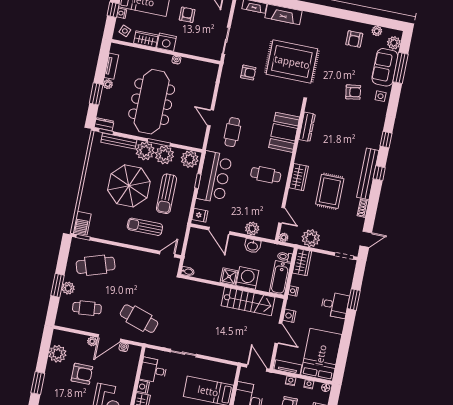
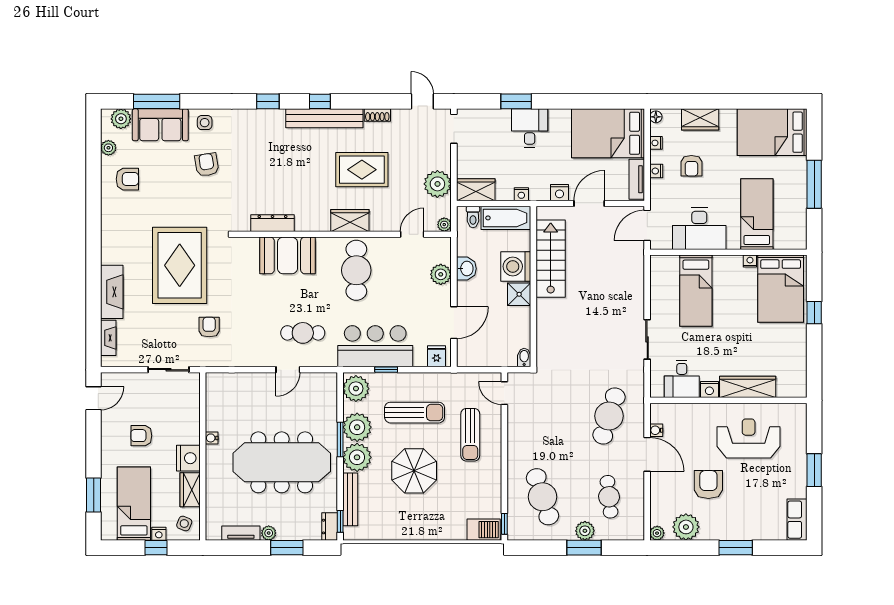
cafe table: (266, 175) -> (356, 270), width x1.37, depth x1.35
parasol: (129, 186) -> (414, 471), width x0.73, depth x0.73
plant: (92, 341) -> (657, 533), moved

